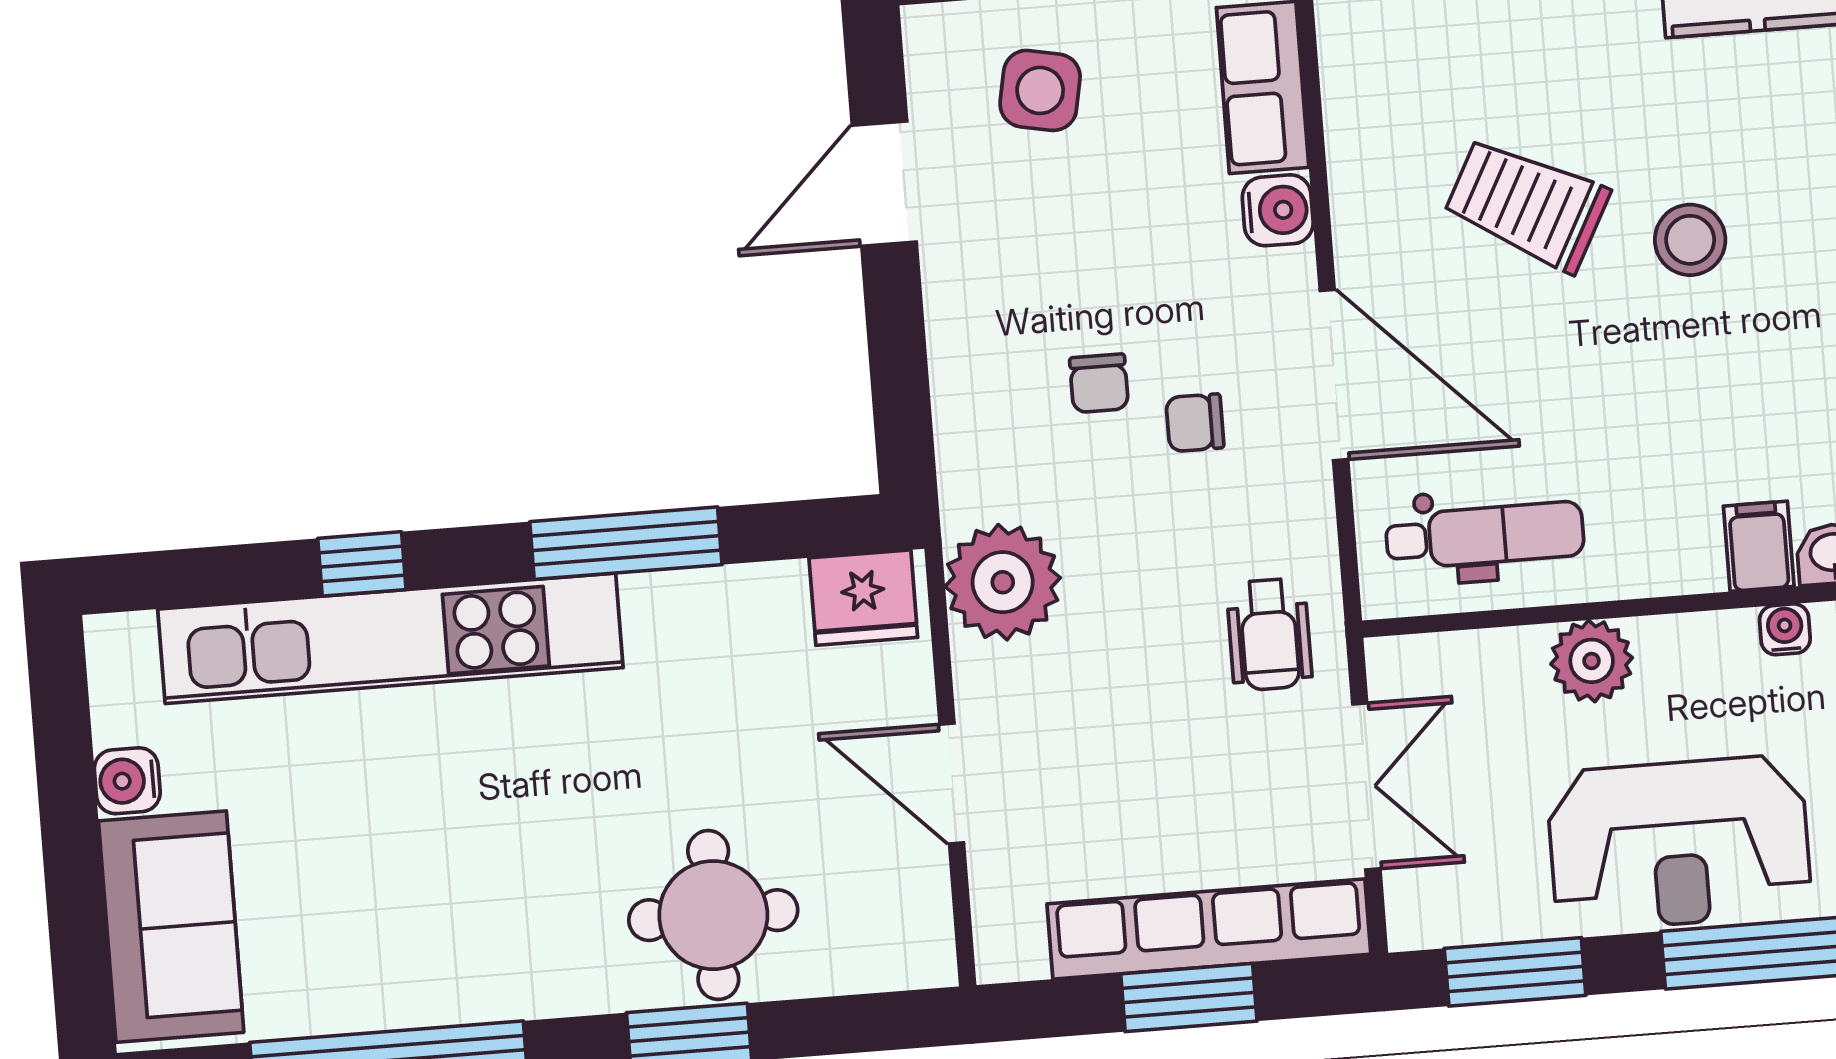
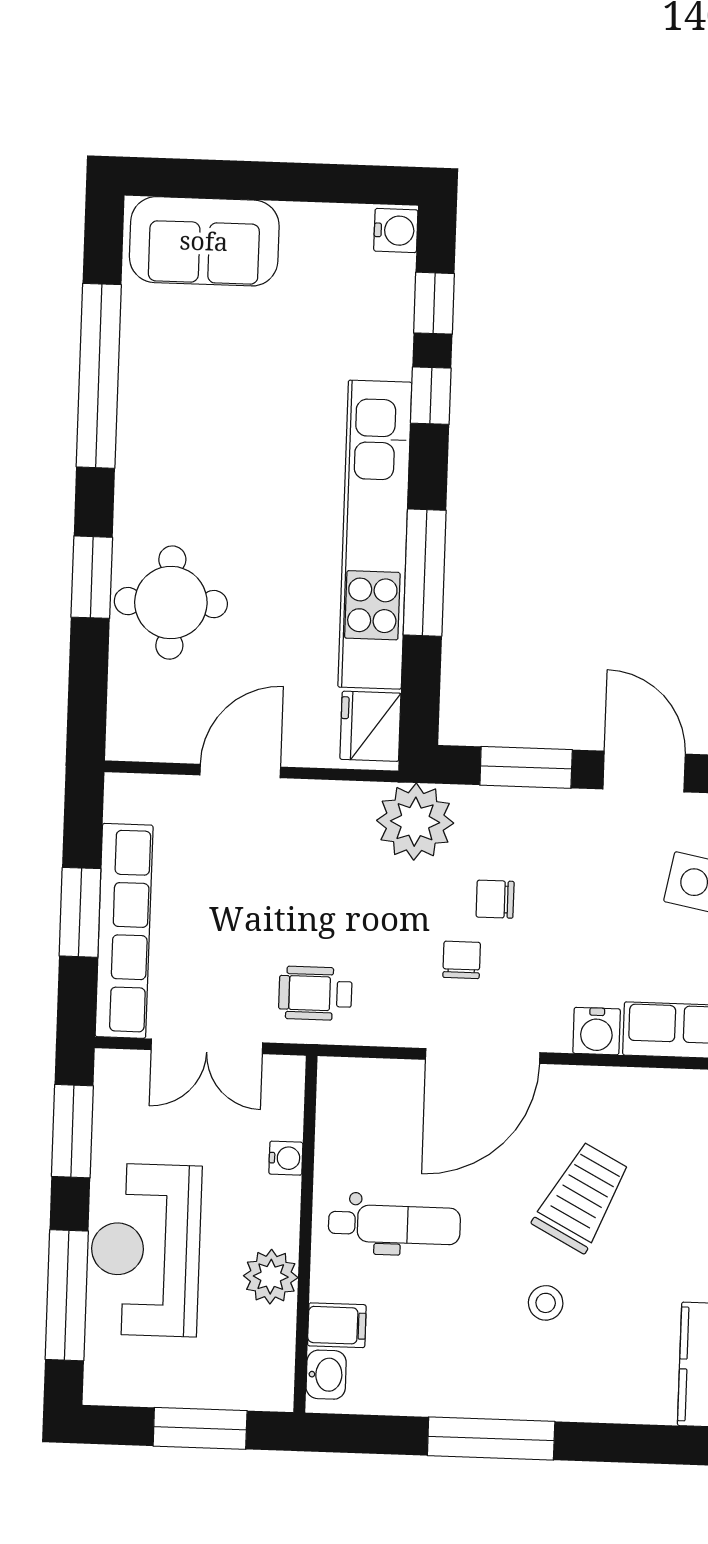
stool: (1690, 240) -> (546, 1303), width x0.73, depth x0.73
window: (898, 360) -> (526, 767), added
dental chair: (1485, 535) -> (394, 1224), moved, turned -90
window: (224, 575) -> (434, 303), added
plant: (1003, 582) -> (415, 822), moved
water cooler: (1785, 629) -> (286, 1158), moved
kitchen unit: (390, 638) -> (375, 535), moved
plant: (1592, 661) -> (271, 1277), moved
water cooler: (127, 781) -> (396, 230), moved, turned 90

